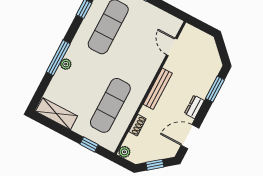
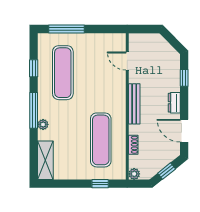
window: (58, 58) -> (34, 110), moved
window: (215, 89) -> (184, 78), width x0.67
shelving: (57, 114) -> (45, 160), moved, turned 90
door: (190, 137) -> (184, 131), hinge flipped

